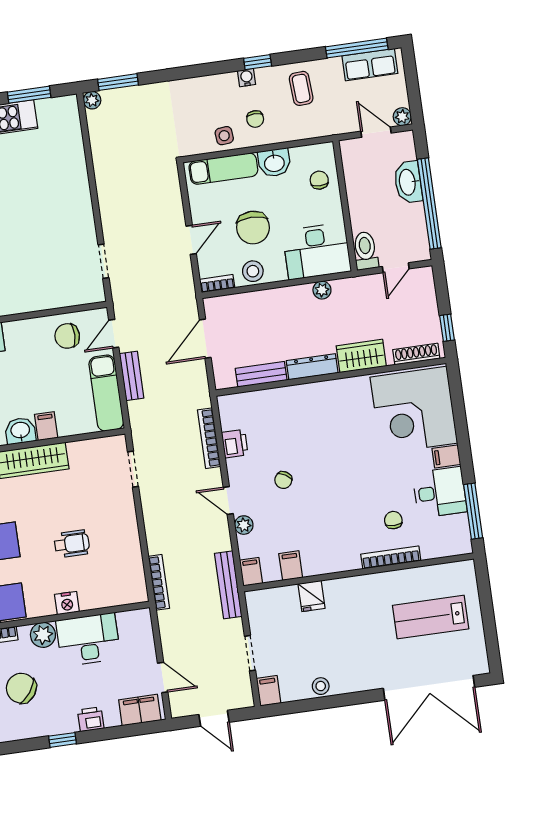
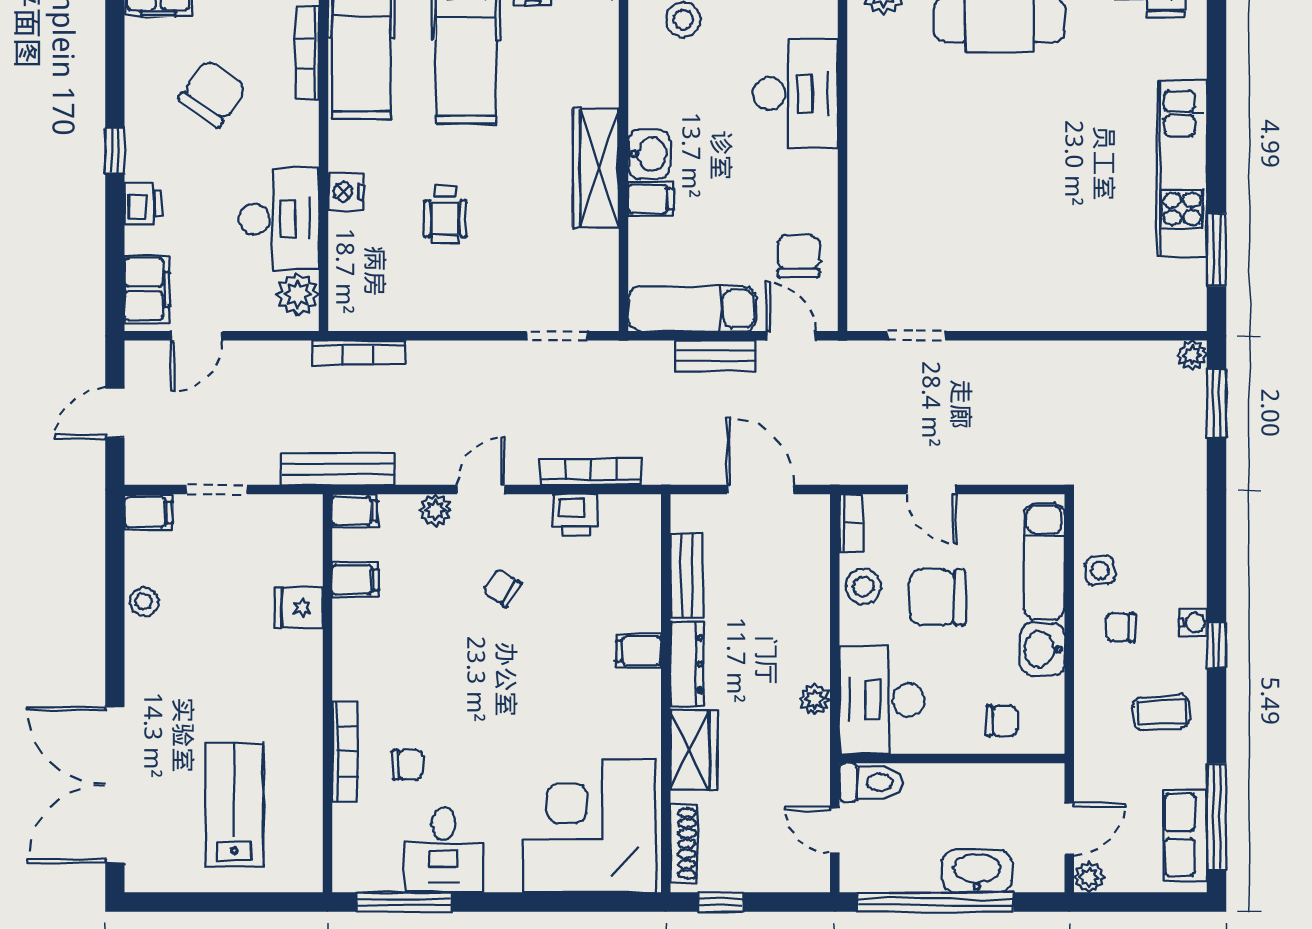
filing cabinet: (446, 456) -> (639, 651), moved, turned -90
plant: (43, 635) -> (298, 294), moved

